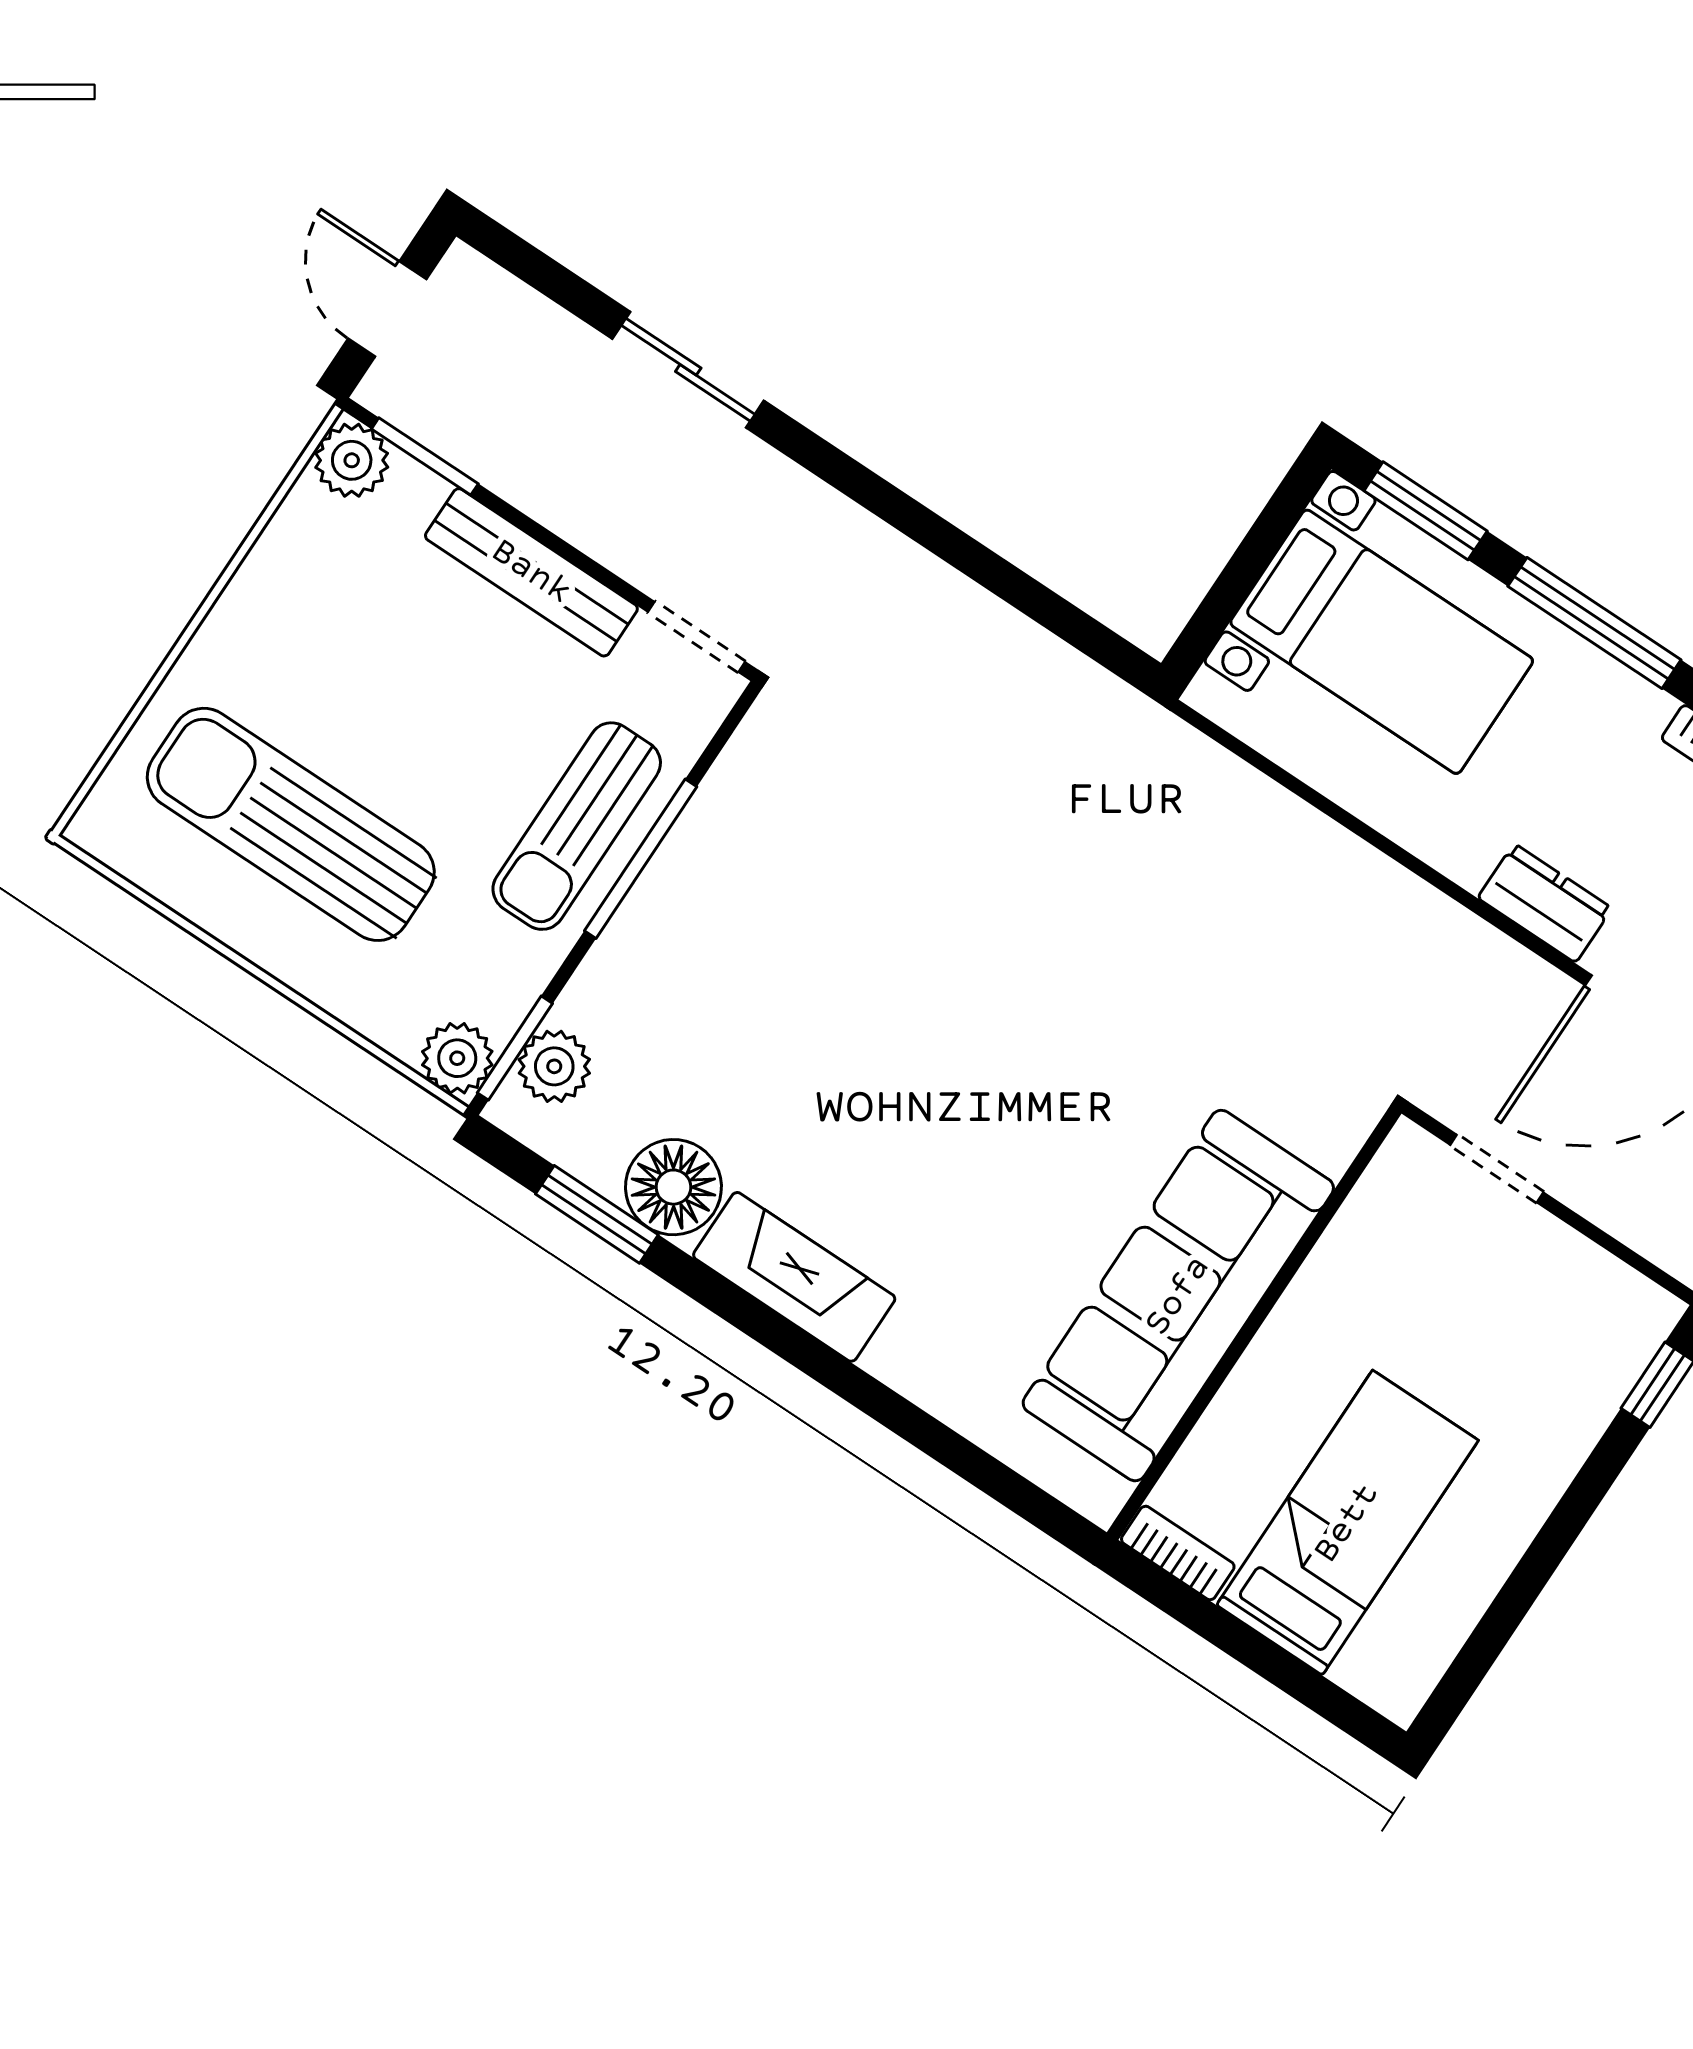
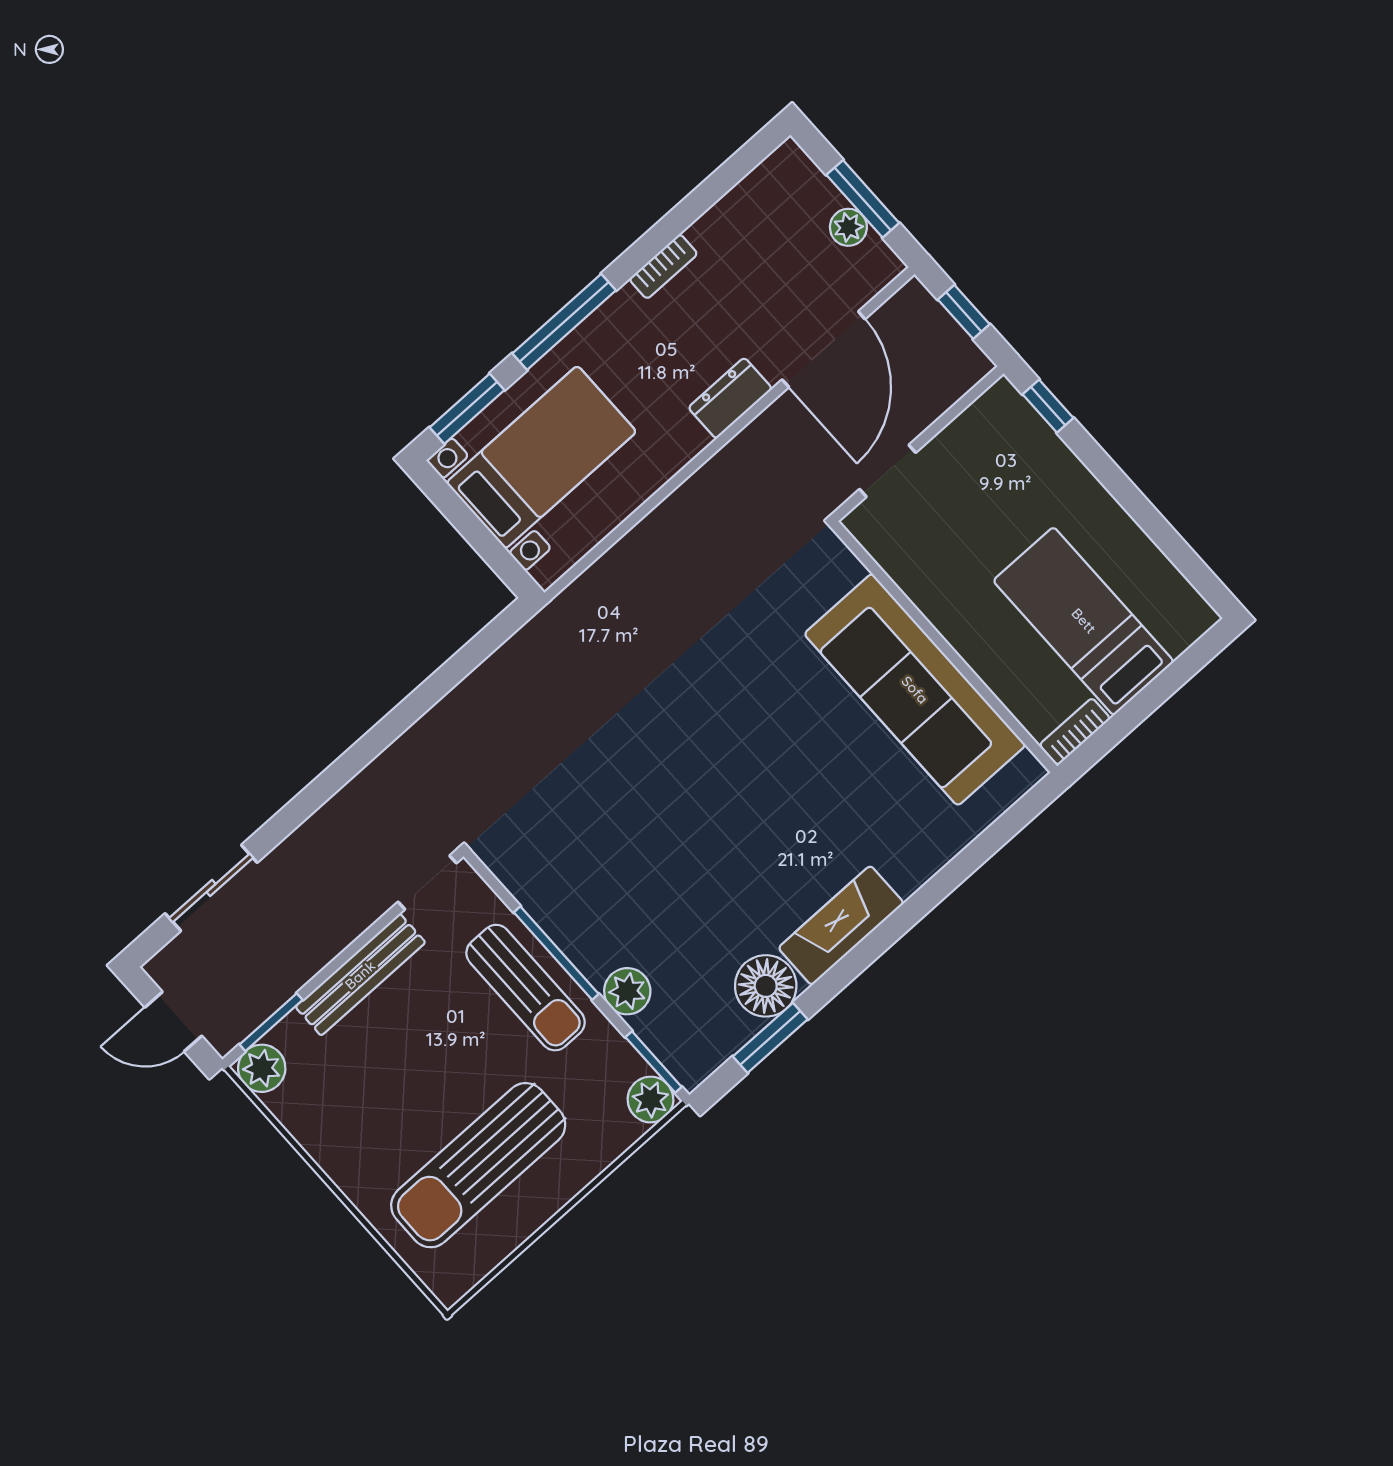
sliding door: (688, 370) -> (211, 888), moved
plant: (554, 1066) -> (627, 991), moved

